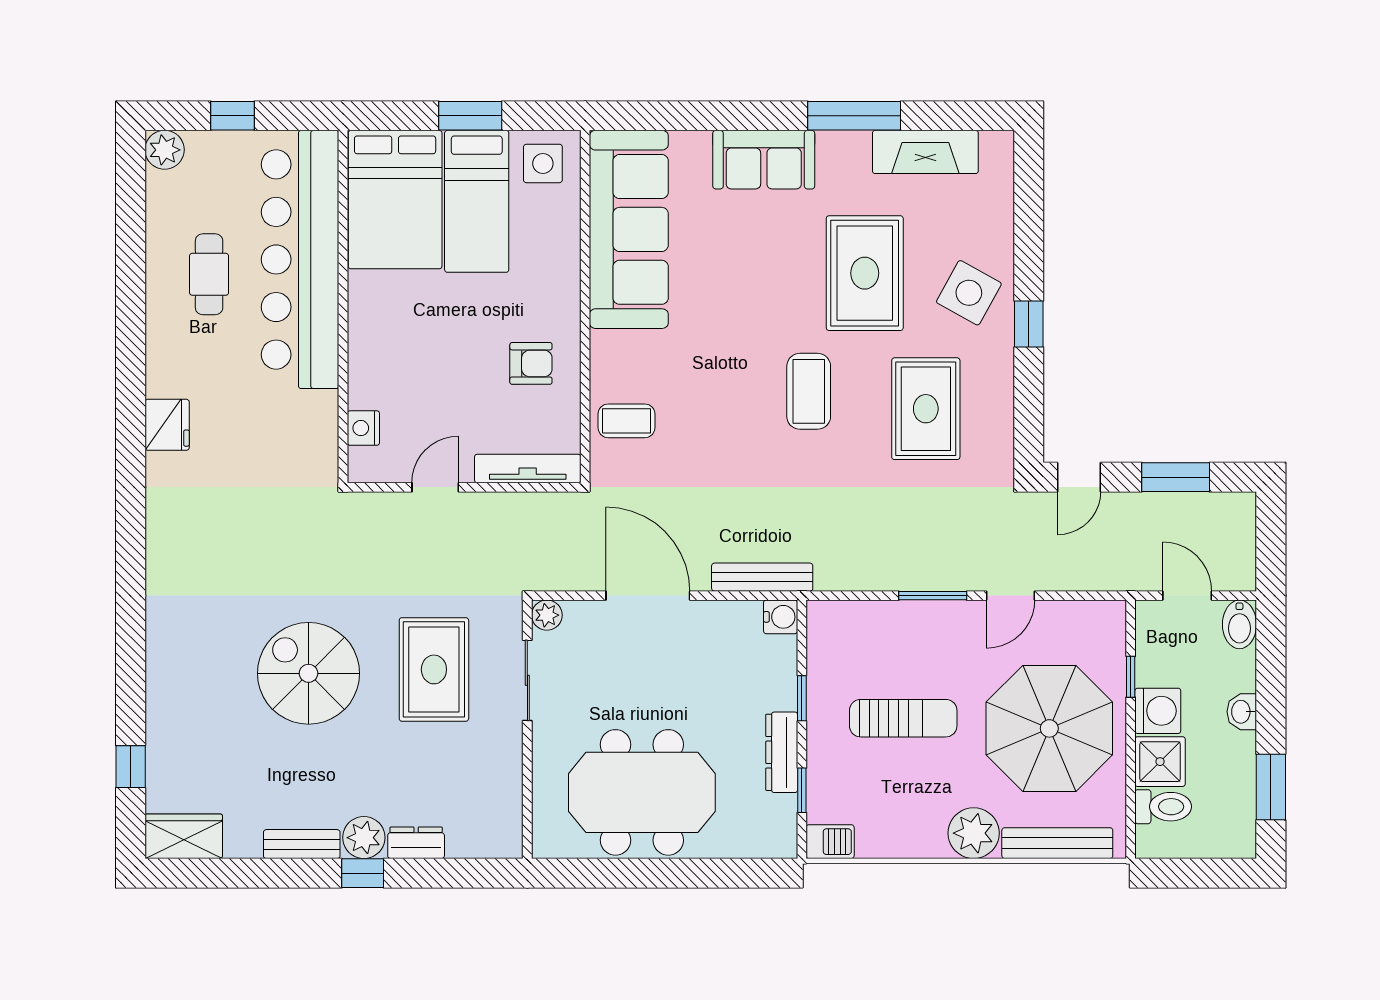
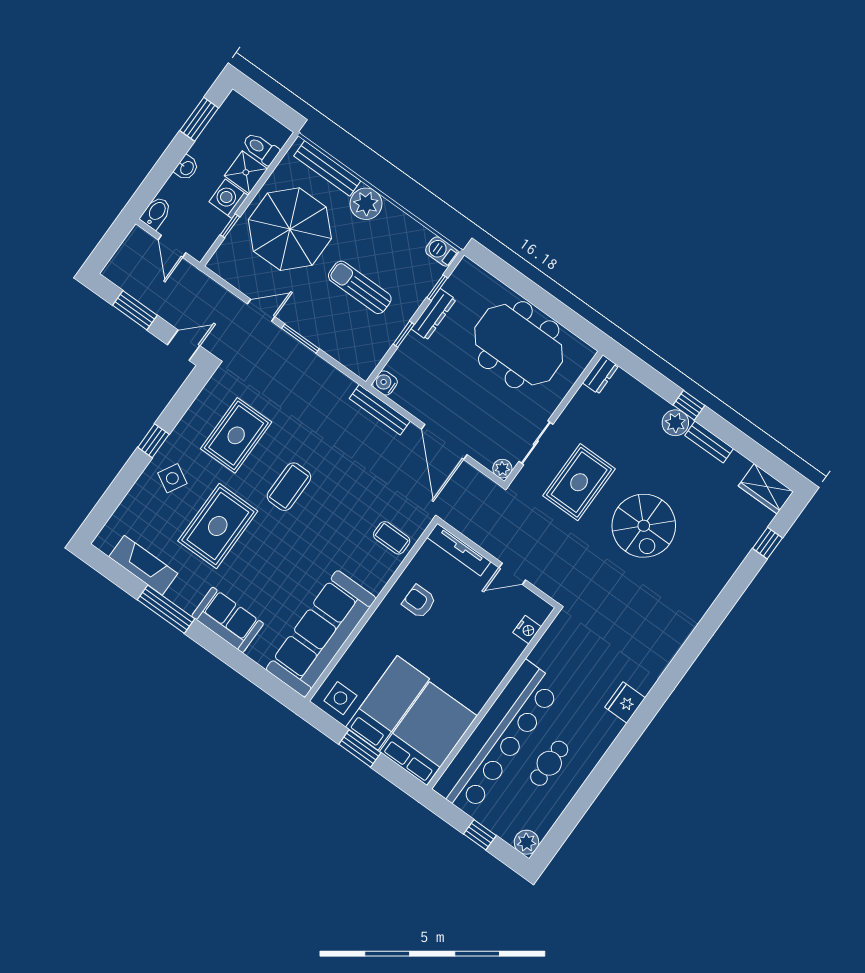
side table: (969, 293) -> (172, 478), width x0.73, depth x0.73
dresser: (416, 843) -> (600, 374), moved, turned -90

